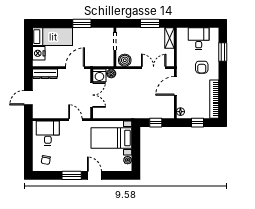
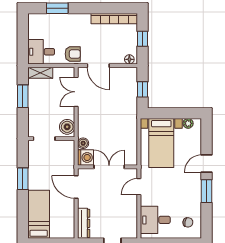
desk: (199, 39) -> (41, 52), moved
nightstand: (39, 53) -> (59, 231), removed
armchair: (202, 67) -> (73, 54), moved

